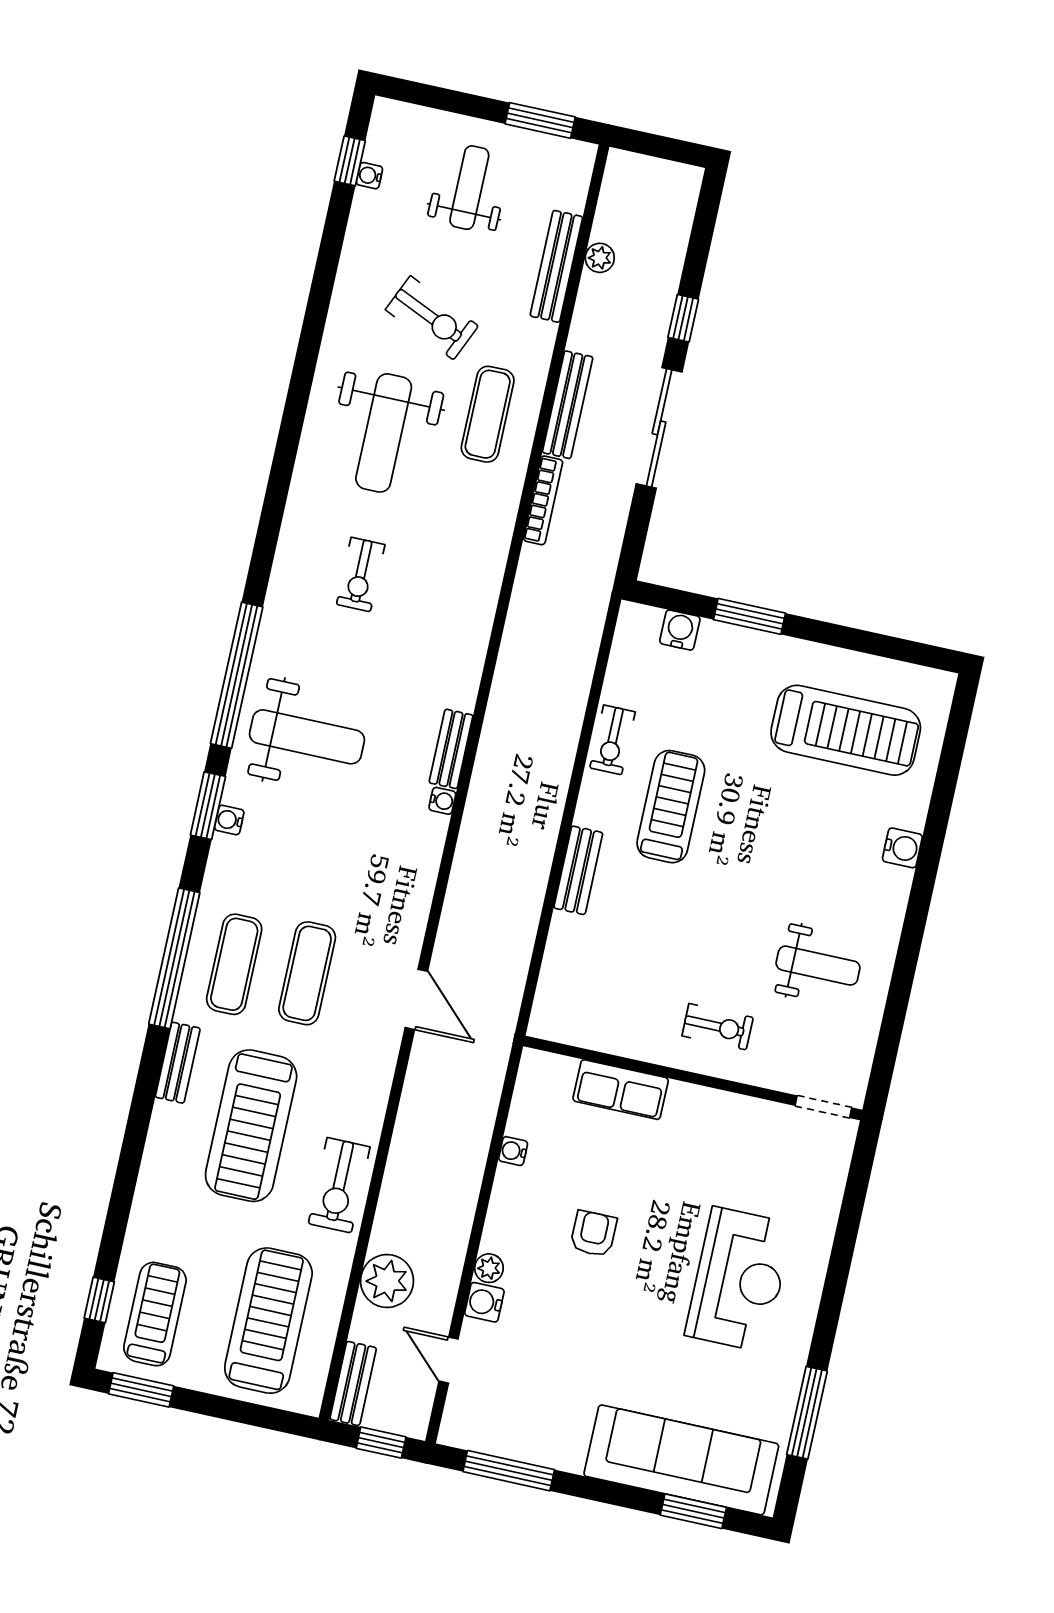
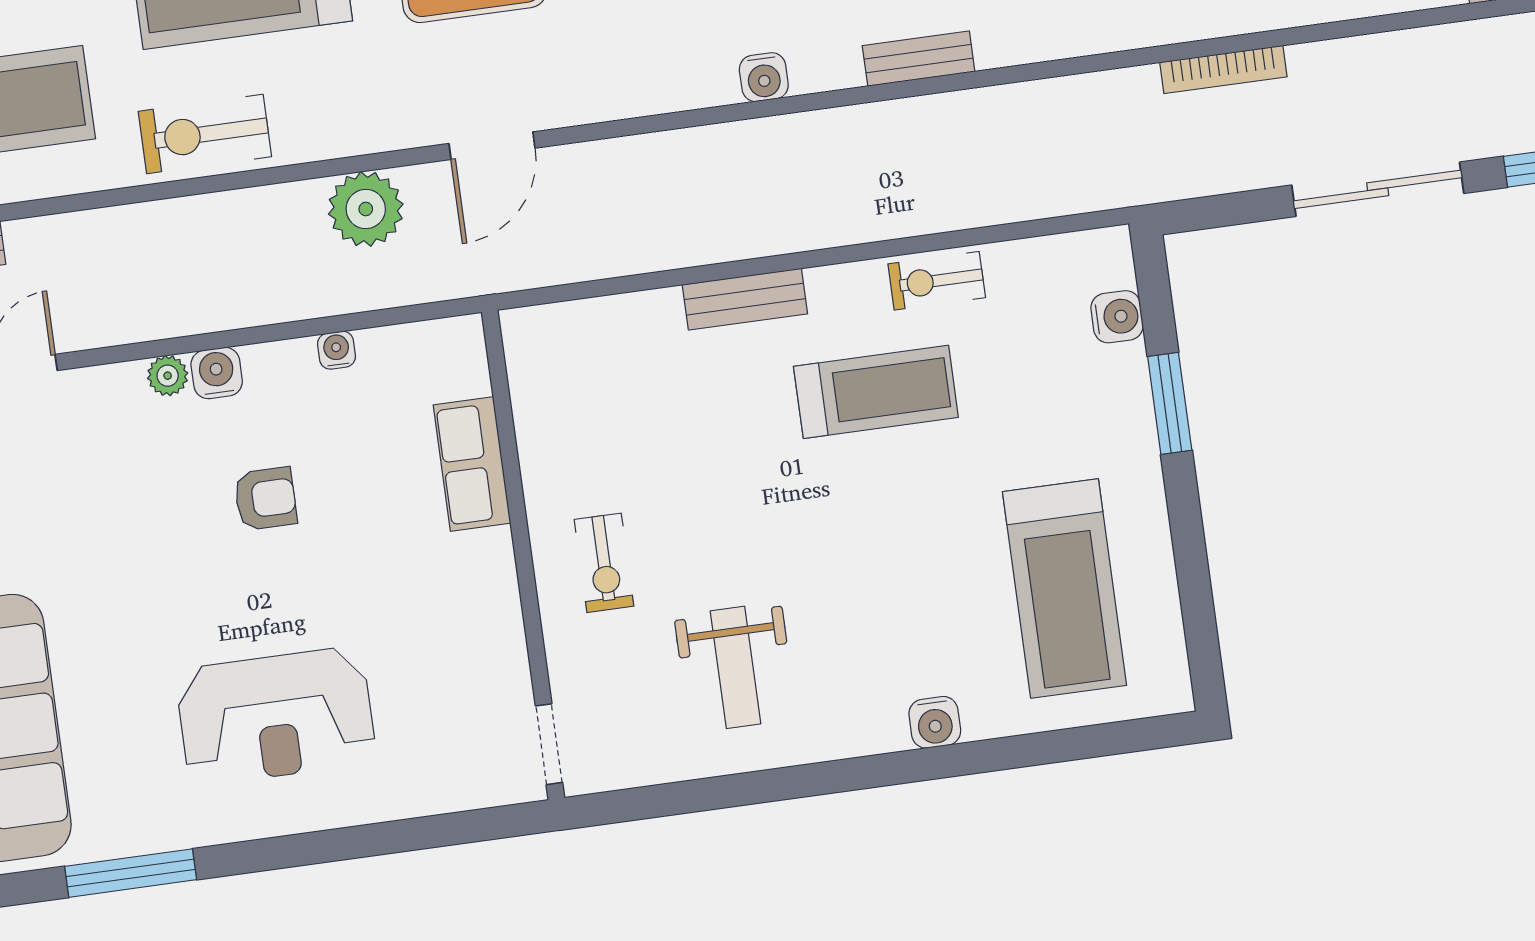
bench: (568, 405) -> (1364, 55), removed
bench: (451, 749) -> (919, 59), moved
water cooler: (442, 801) -> (764, 77), width x1.38, depth x1.38
plant: (387, 1281) -> (366, 209), moved
water cooler: (484, 1302) -> (217, 373), moved

